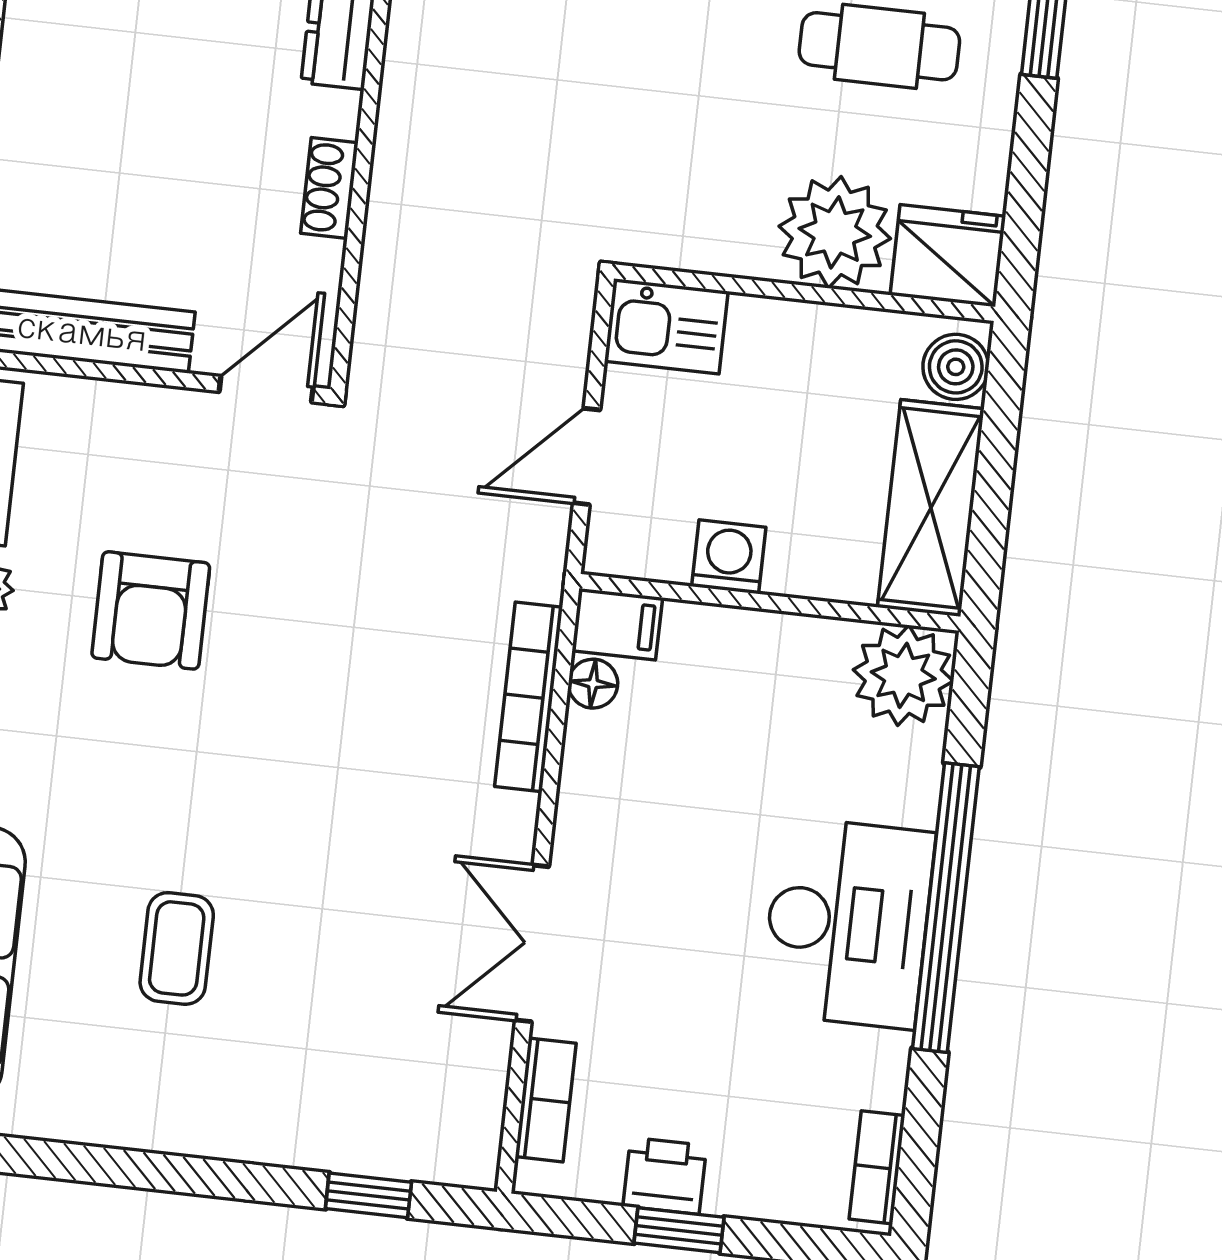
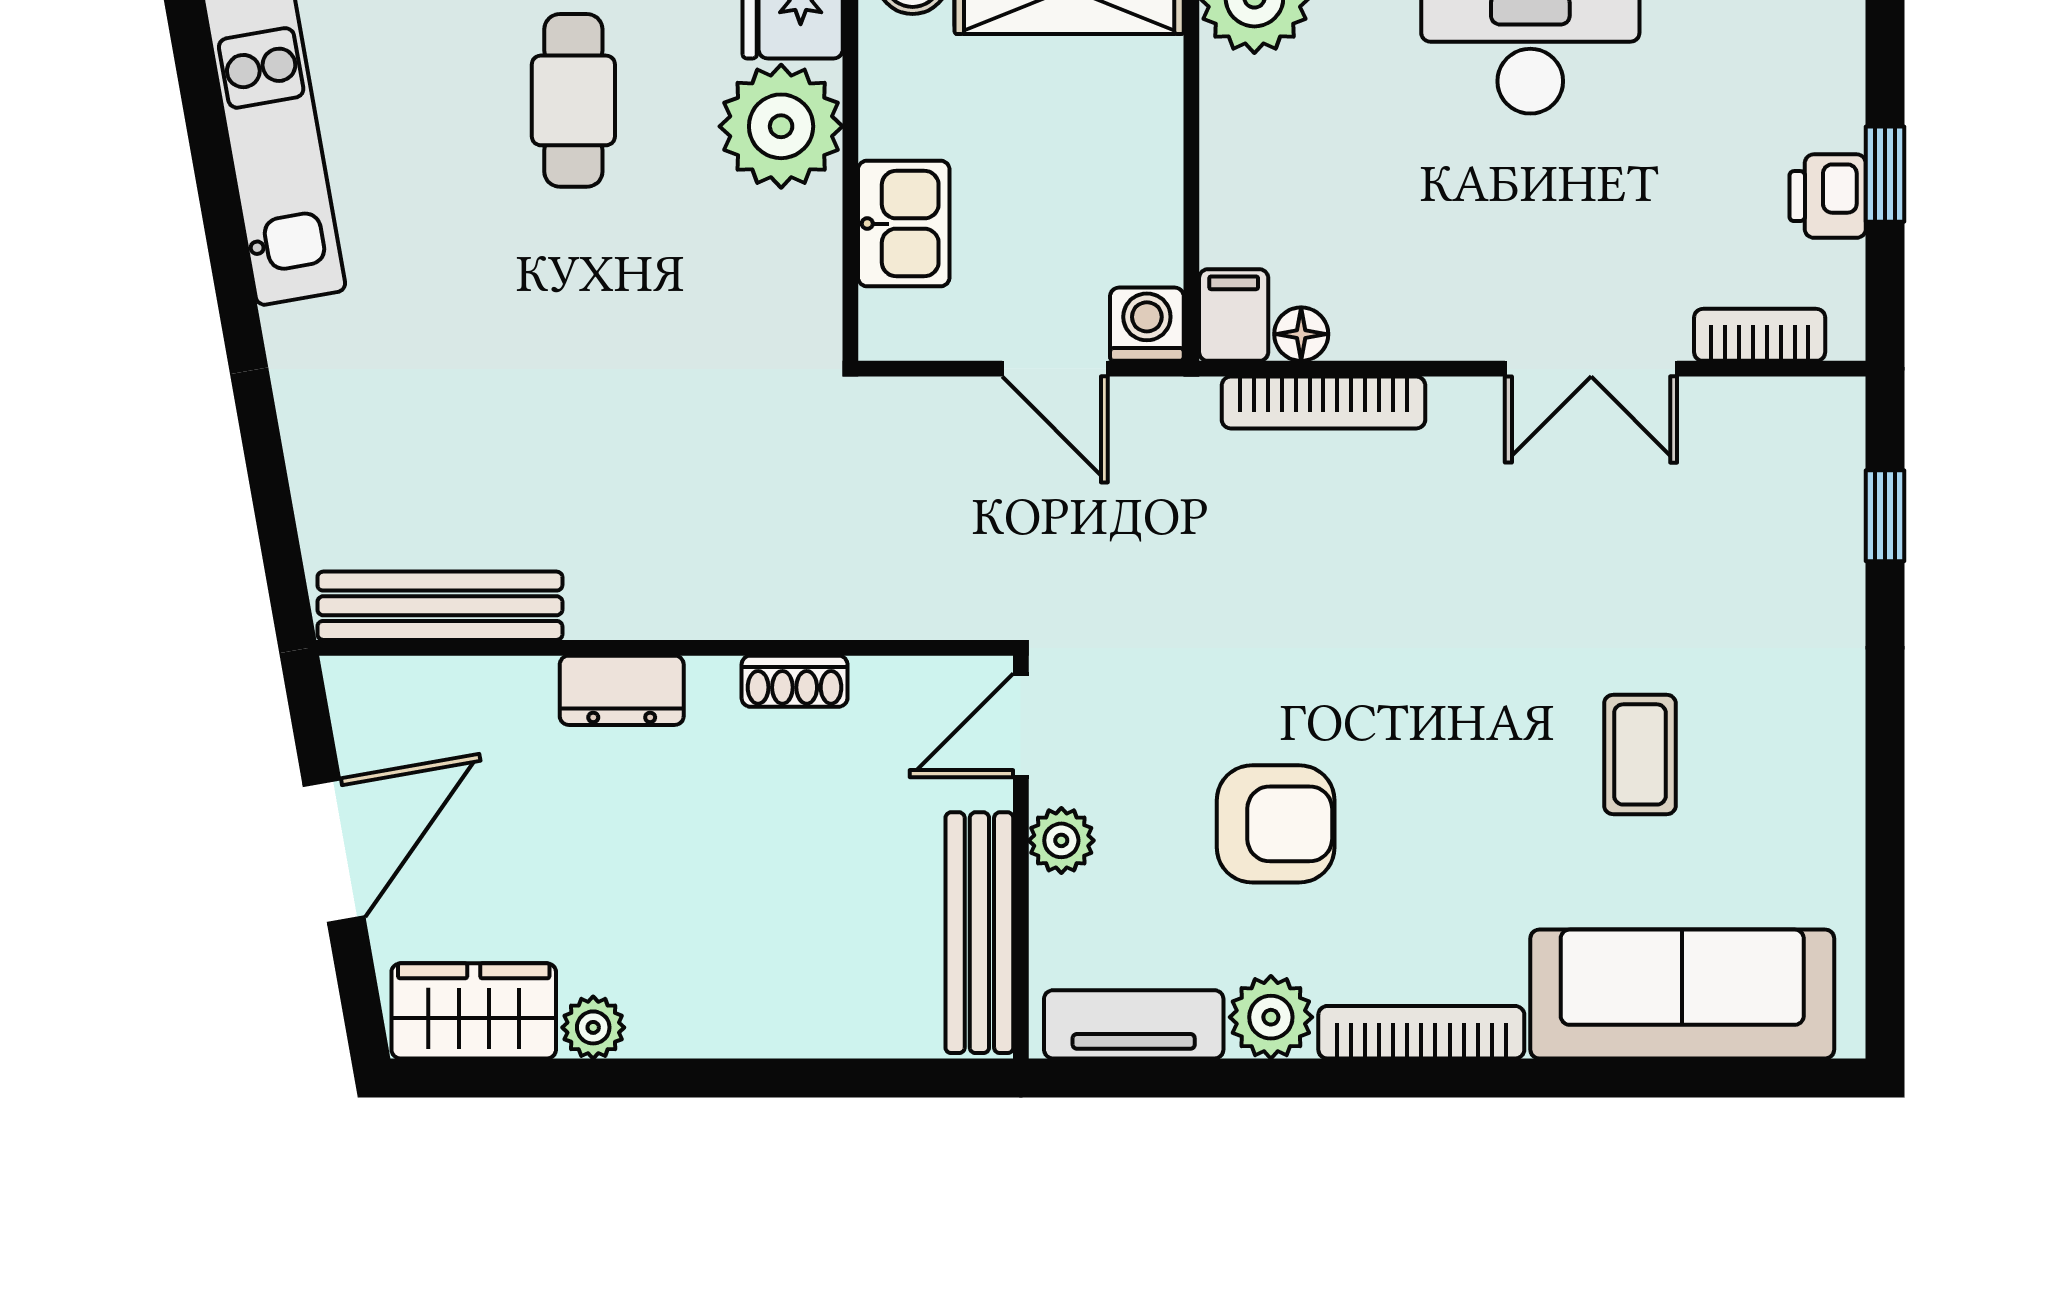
kitchen sink: (666, 326) -> (904, 224), moved
door: (266, 389) -> (1021, 725), hinge flipped
plant: (158, 414) -> (1061, 840), added
washing machine: (729, 557) -> (1147, 324), moved, turned 90
coffee table: (177, 948) -> (1640, 754), turned 90

